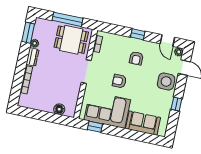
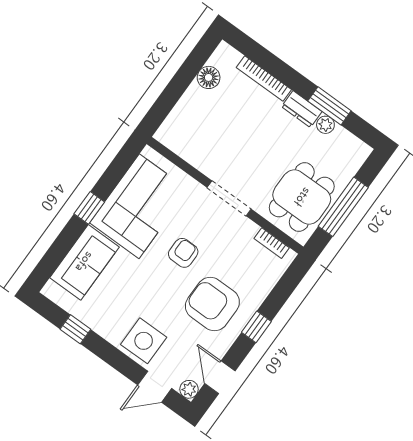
window: (28, 33) -> (329, 106), moved
door: (167, 41) -> (220, 377), hinge flipped
armchair: (136, 58) -> (212, 304), width x1.88, depth x1.88
window: (176, 104) -> (75, 329), moved
floor lamp: (59, 109) -> (209, 77), moved
window: (95, 127) -> (89, 208), moved

